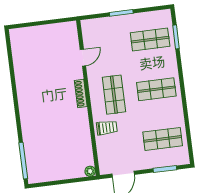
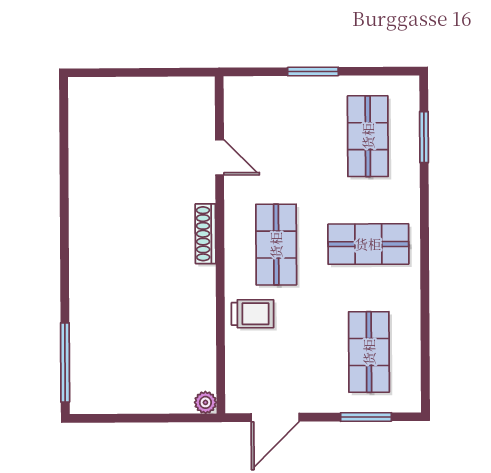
shop shelf: (150, 40) -> (368, 136), turned 90
door: (83, 58) -> (220, 157), hinge flipped
shop shelf: (163, 139) -> (369, 352), turned 90

